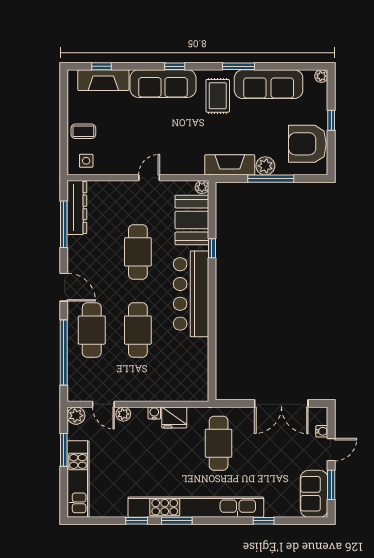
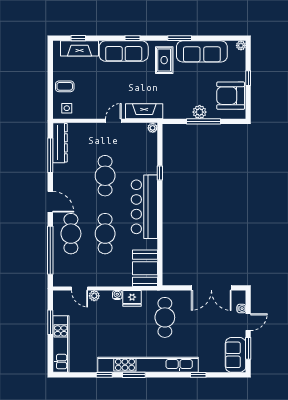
fireplace: (230, 165) -> (144, 111), moved
booth: (192, 220) -> (145, 268), moved
plant: (76, 416) -> (59, 297), removed

